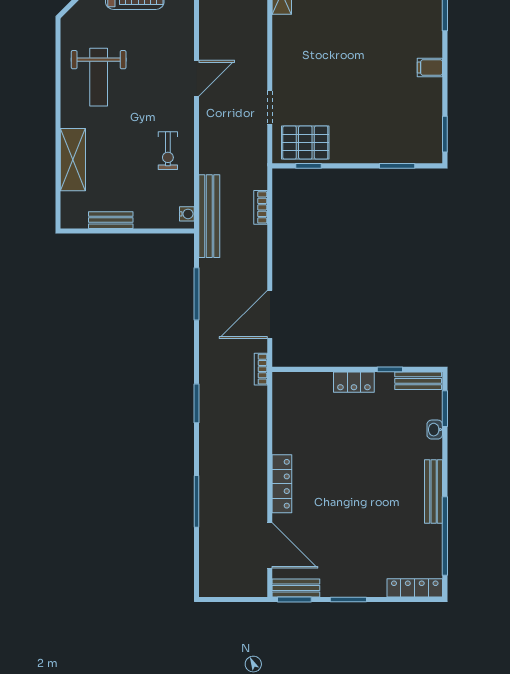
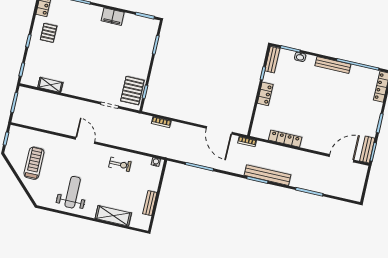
filing cabinet: (430, 68) -> (113, 17), width x2.00
weight bench: (99, 77) -> (73, 192), turned -90
bench: (209, 216) -> (267, 175), moved
locker: (282, 484) -> (285, 139), moved

